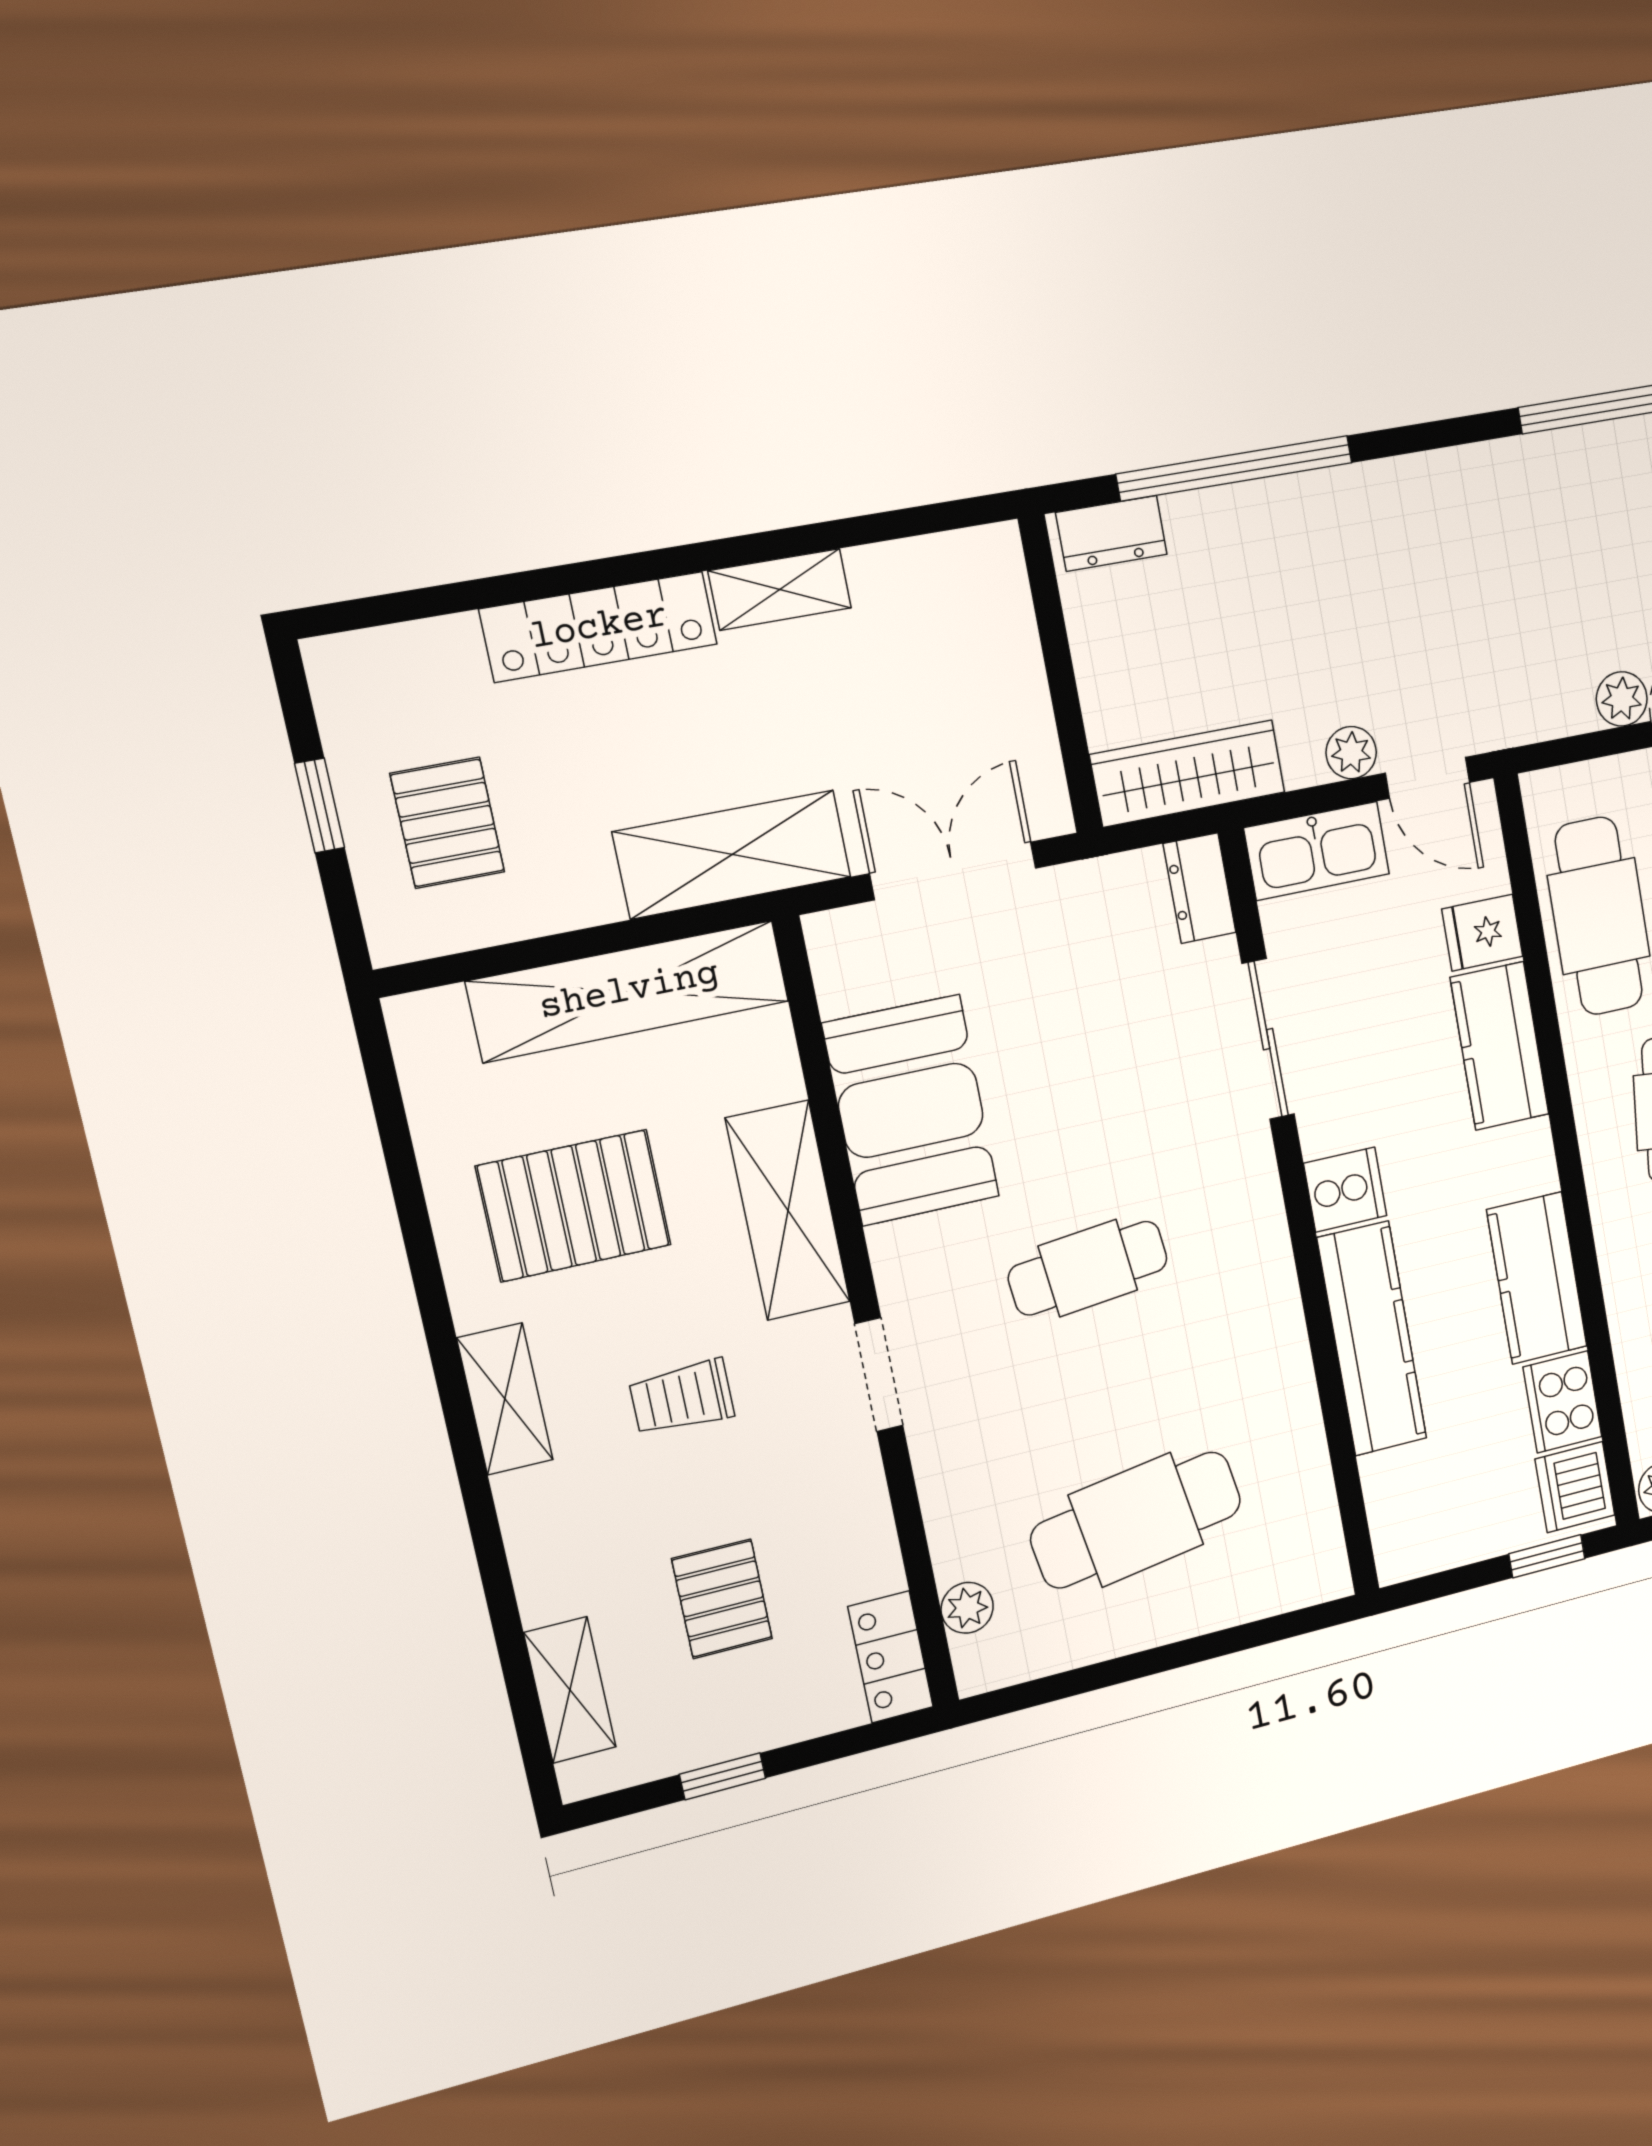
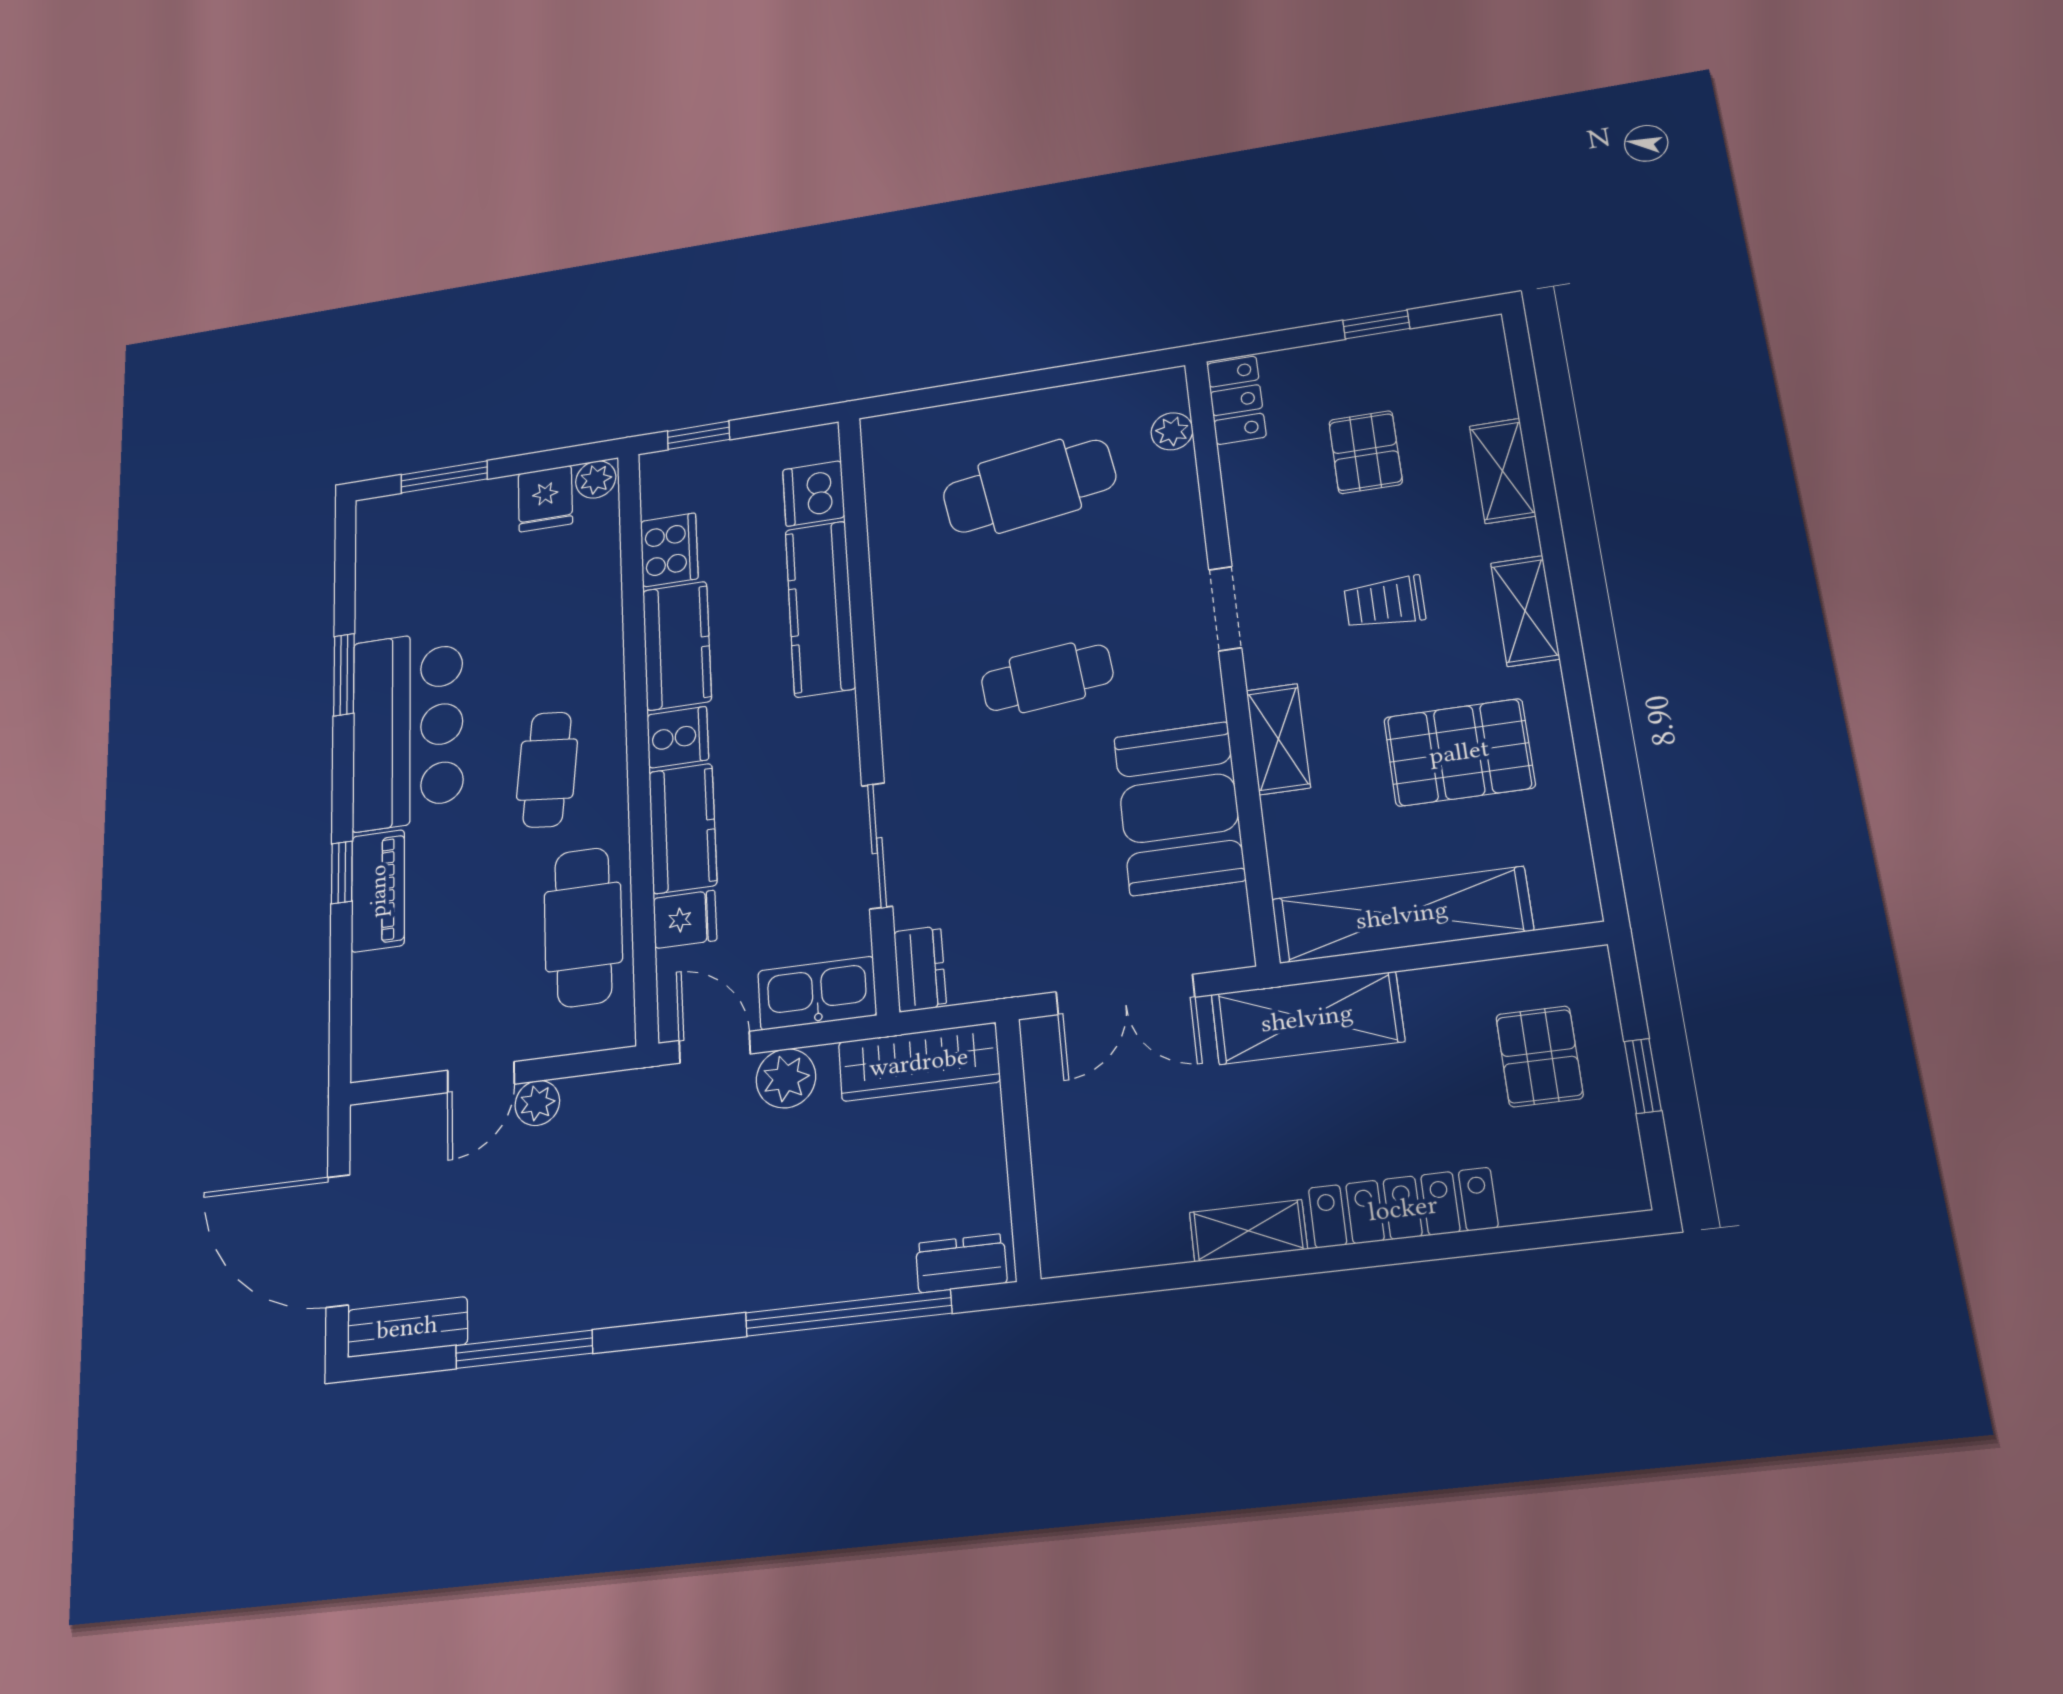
plant: (1351, 753) -> (786, 1078), width x1.38, depth x1.38
cooker: (1345, 1190) -> (678, 737), moved, turned 180
shelving: (788, 1210) -> (1278, 739), width x0.67, depth x0.75
trolley: (682, 1397) -> (1385, 602), turned 180
dishwasher: (1575, 1487) -> (814, 493), moved, turned 180
shelving: (570, 1690) -> (1502, 471), moved

